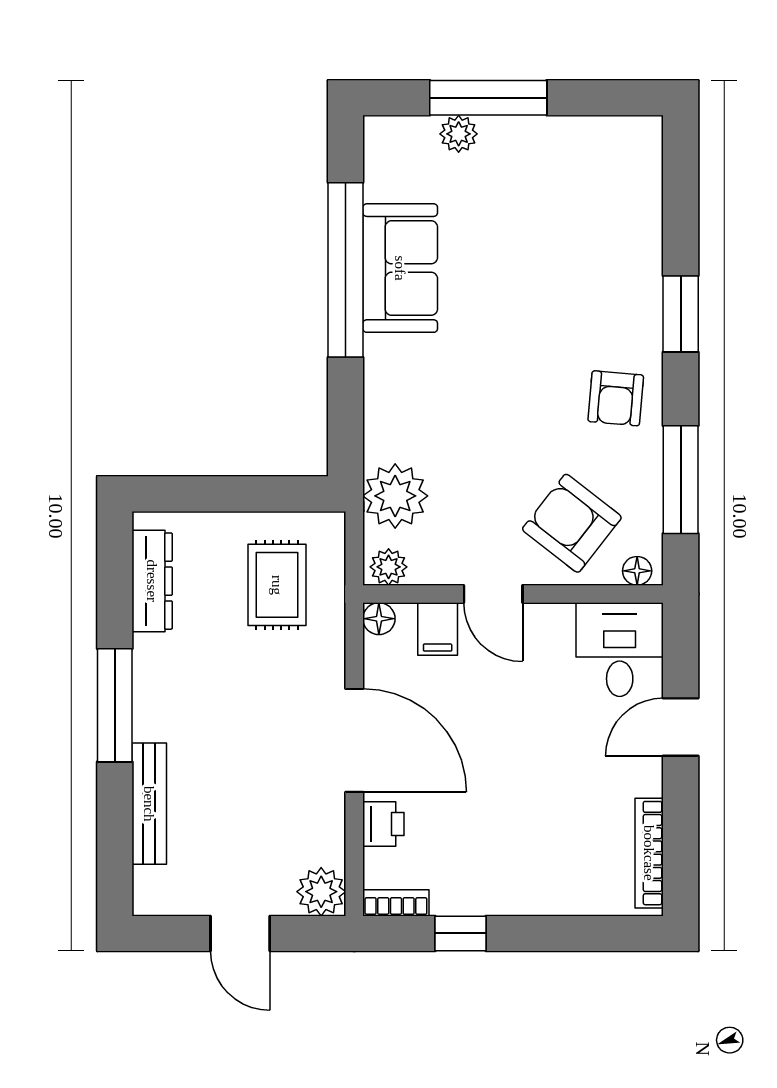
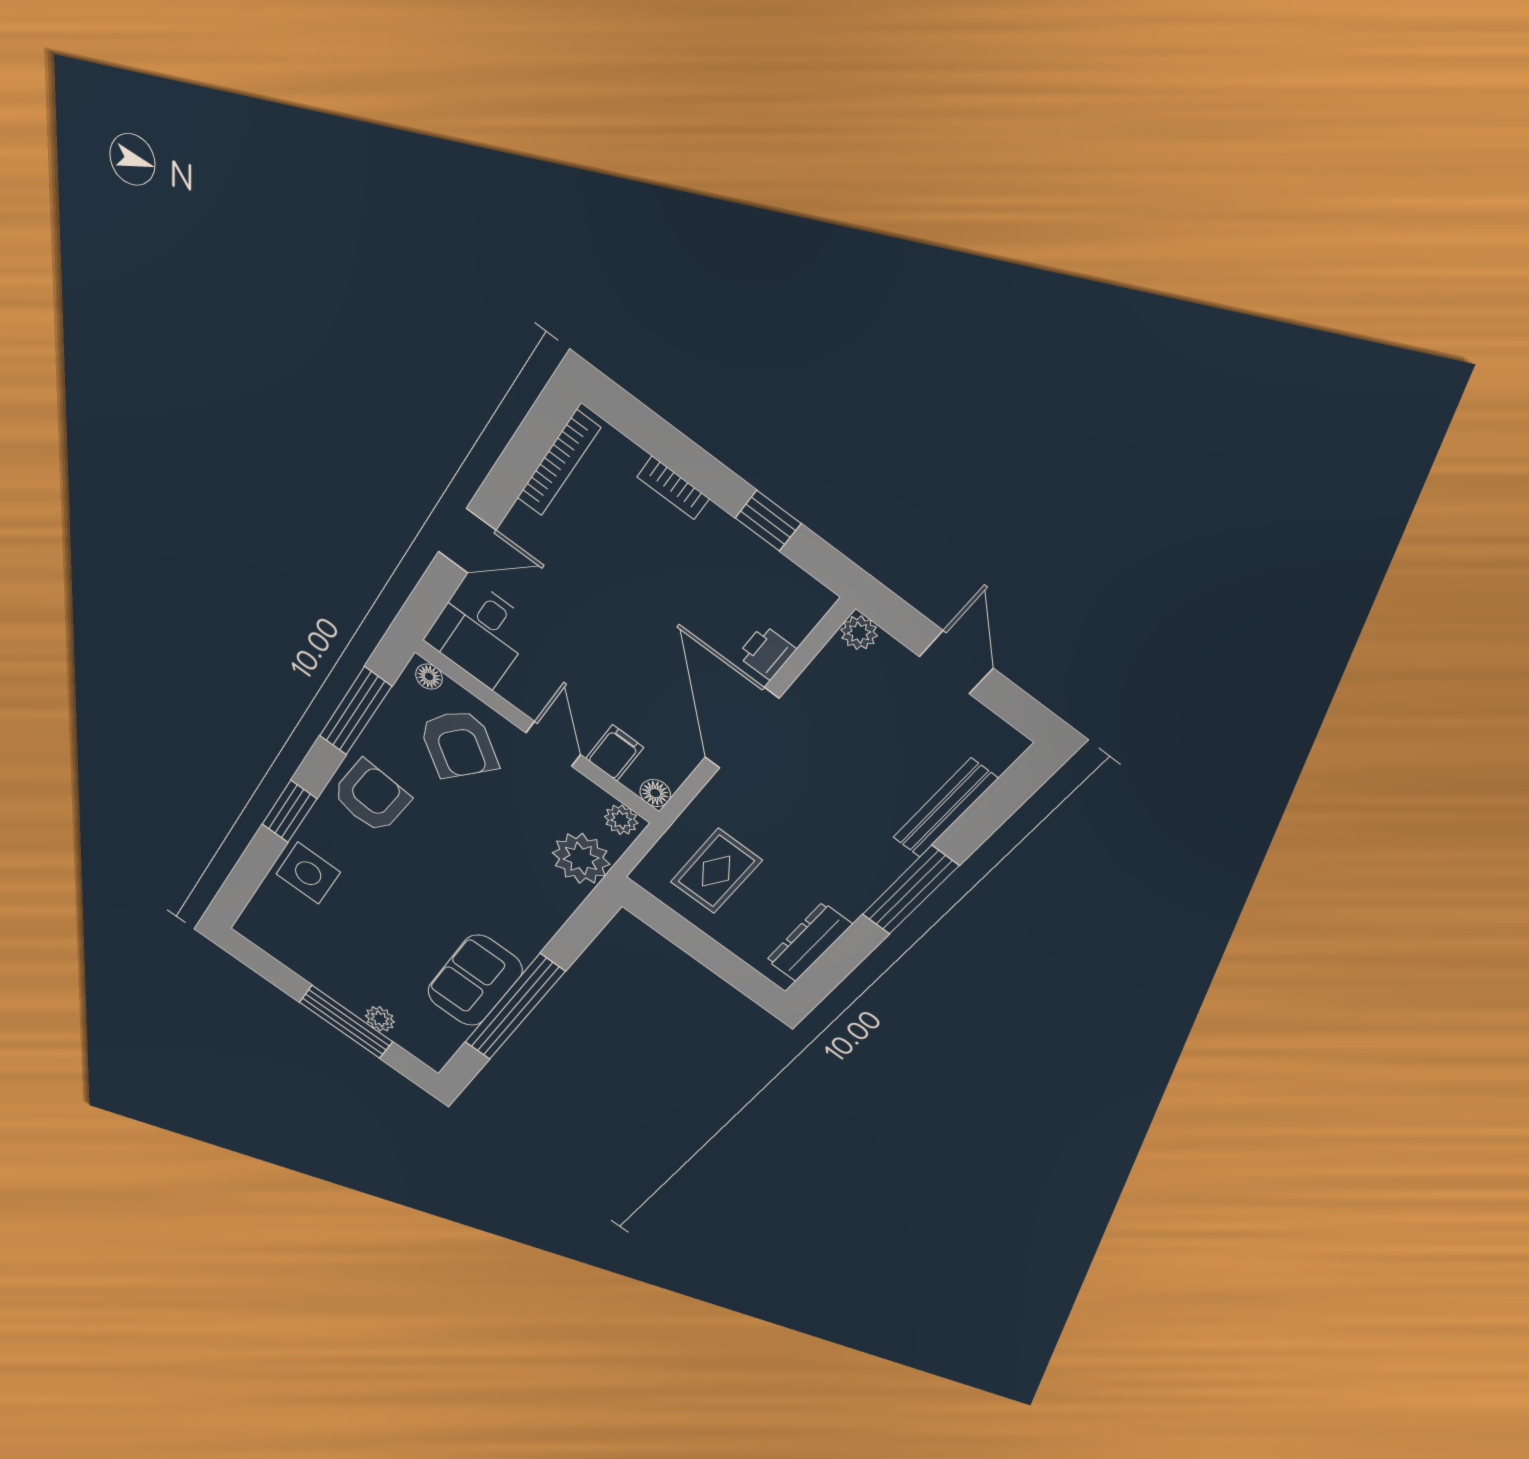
side table: (625, 255) -> (308, 873), added
armchair: (616, 398) -> (371, 797), width x1.38, depth x1.38
plant: (321, 892) -> (859, 633), width x0.73, depth x0.73
bookcase: (396, 903) -> (673, 488), moved

